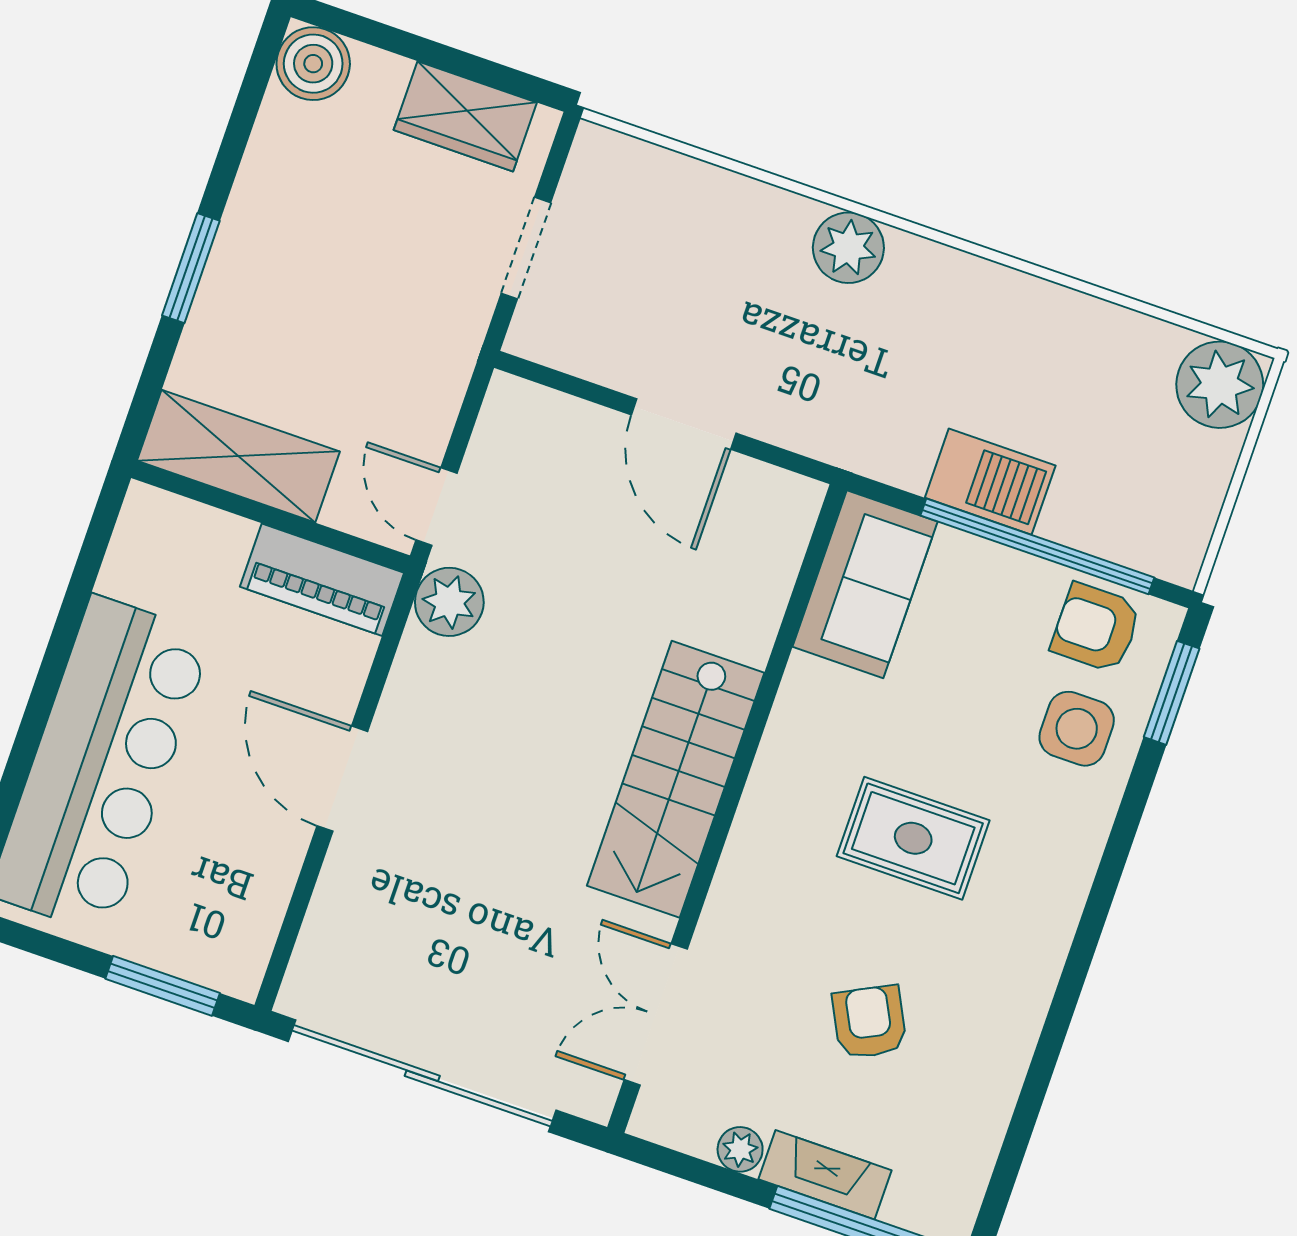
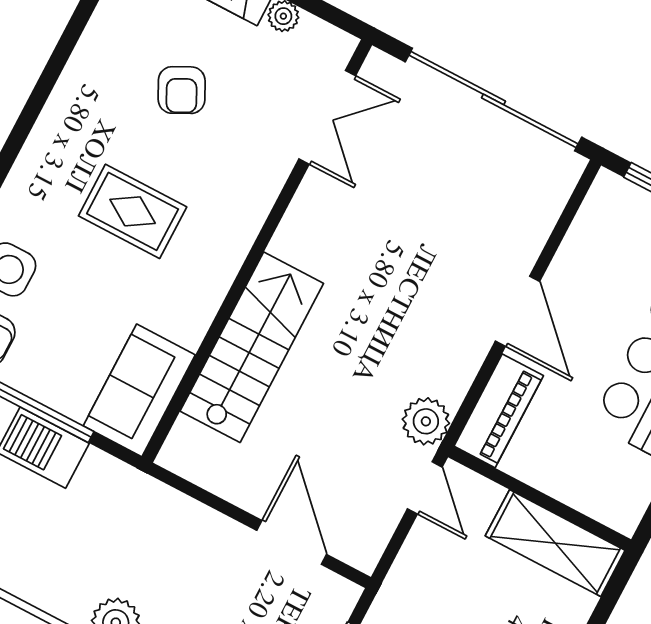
door: (684, 424) -> (292, 542), moved
piano: (322, 580) -> (499, 411), moved, turned 90
stairs: (676, 779) -> (252, 347), moved

